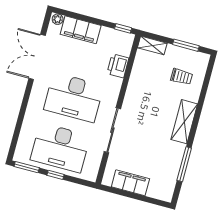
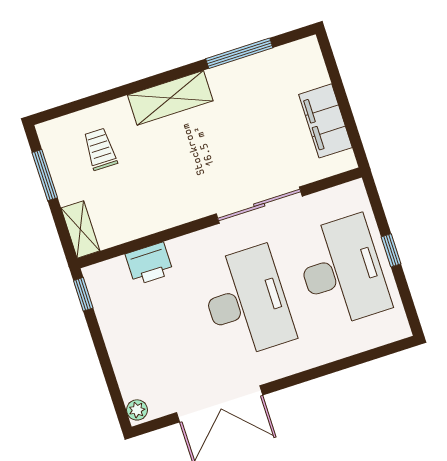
filing cabinet: (81, 30) -> (130, 362), removed
window: (27, 167) -> (409, 305), removed

